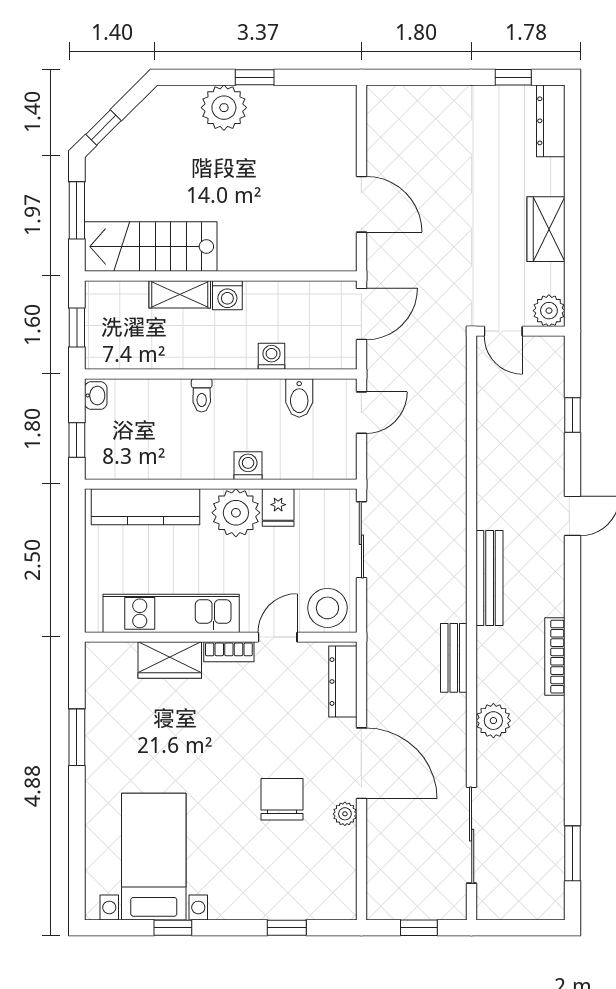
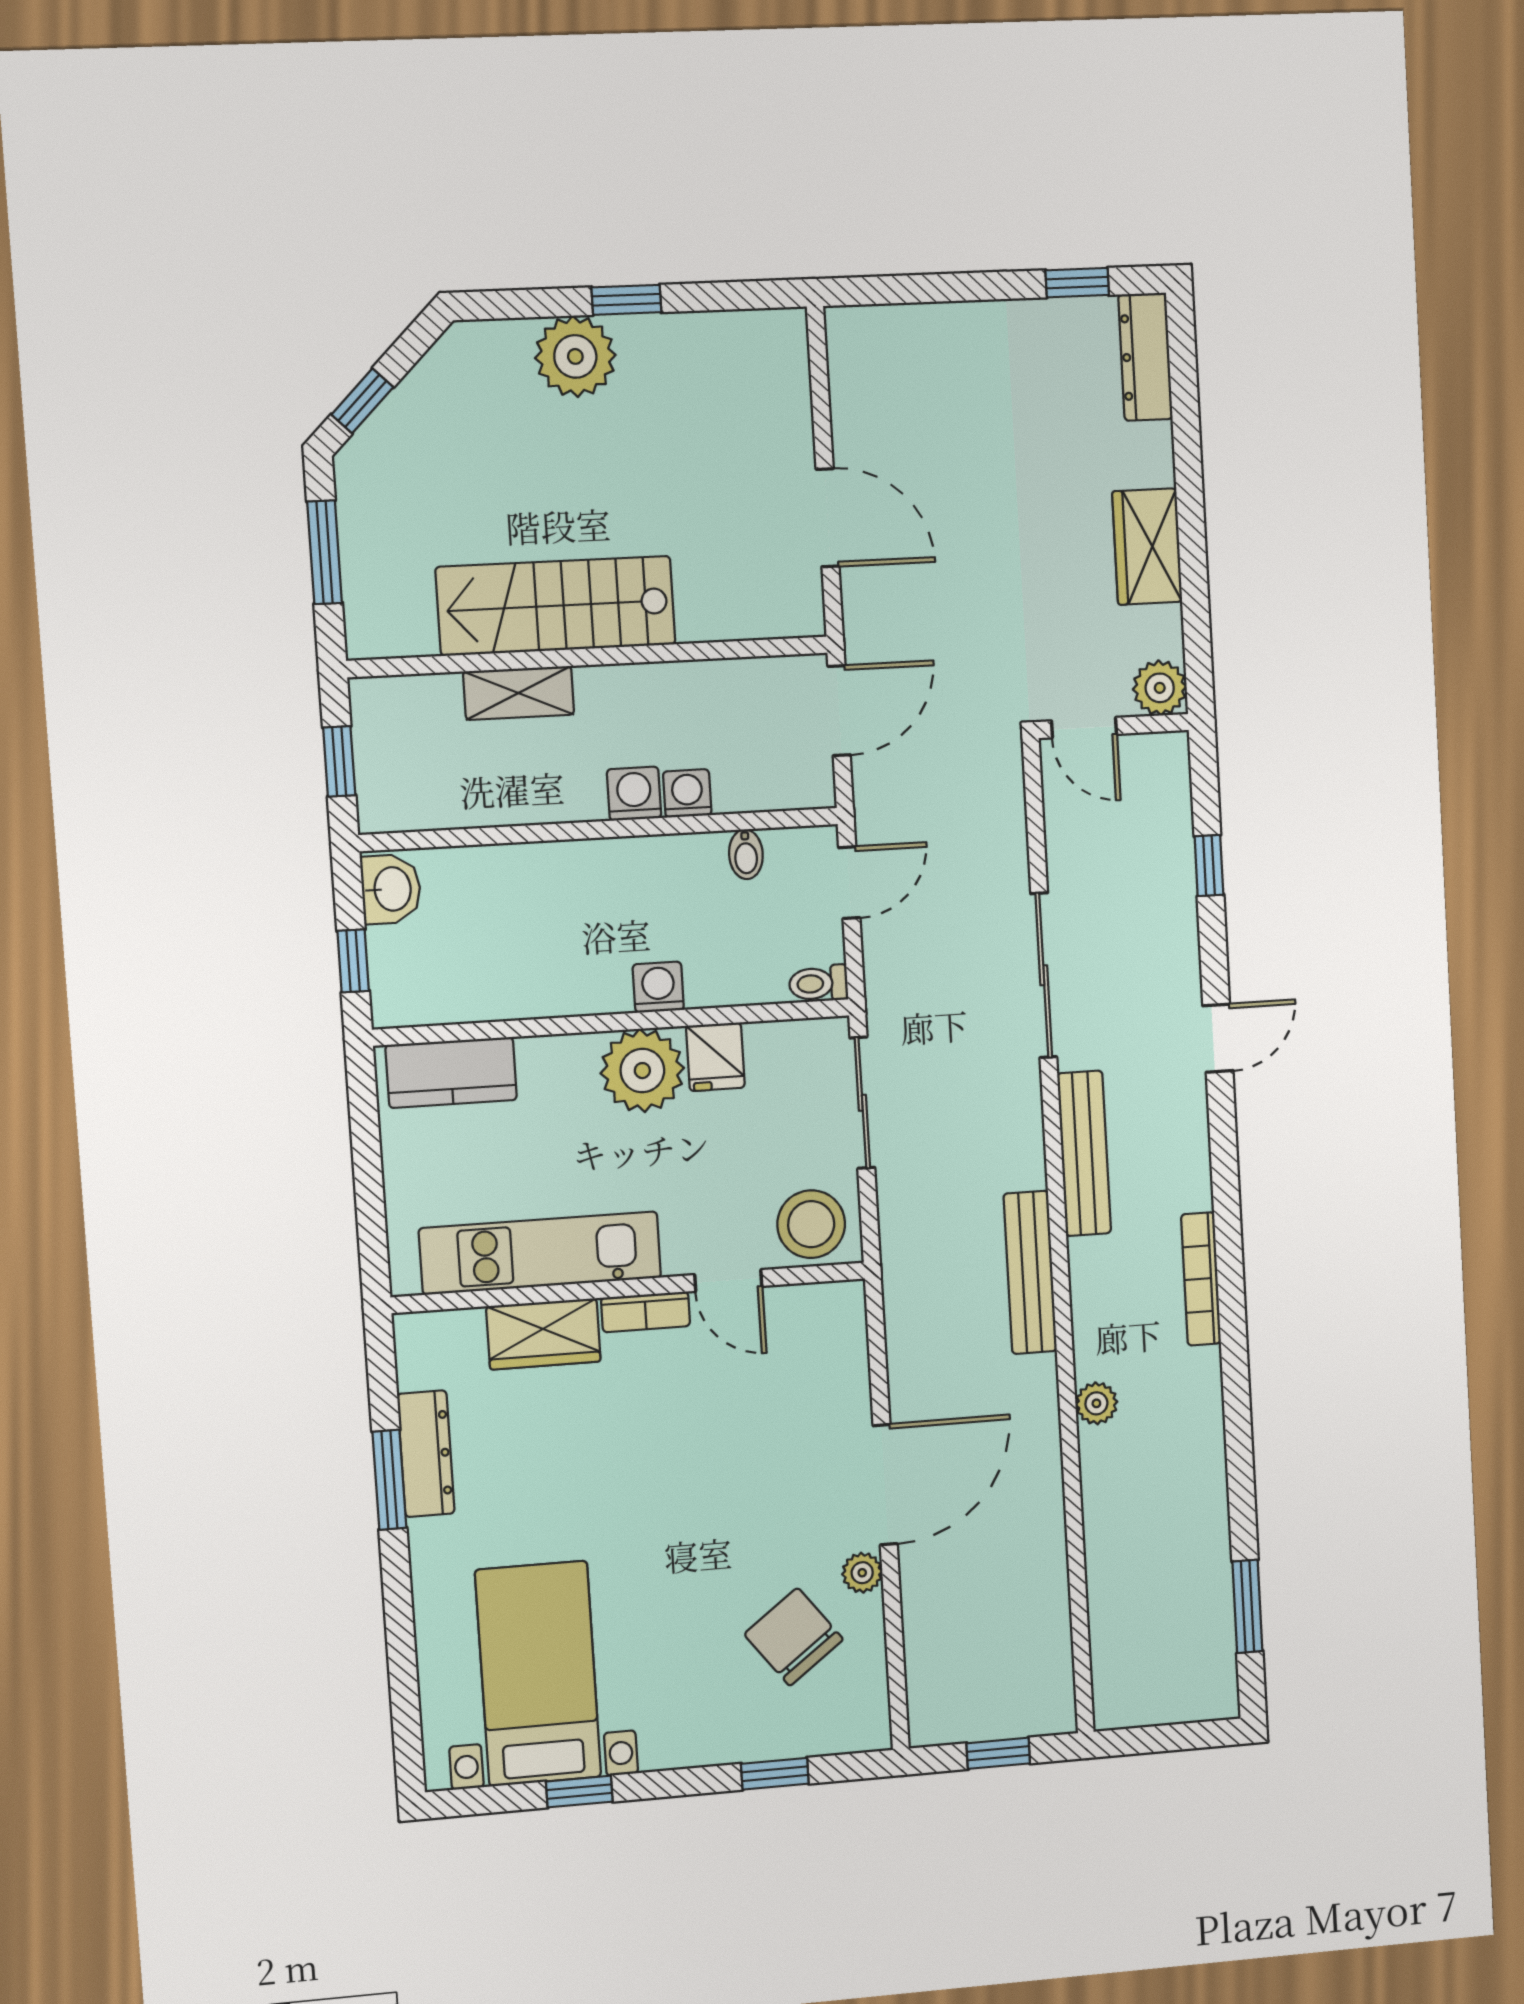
stairs: (151, 247) -> (556, 606), moved
washing machine: (227, 295) -> (634, 794), moved, turned 180
washbasin: (96, 395) -> (391, 889), width x1.38, depth x1.45
toilet: (202, 395) -> (818, 983), moved, turned 90
bidet: (299, 398) -> (746, 854), width x0.72, depth x0.74
kitchen counter: (146, 507) -> (451, 1073), width x0.67
door: (278, 637) -> (728, 1281), swing flipped
bench: (454, 658) -> (1030, 1272), width x1.36
dresser: (343, 681) -> (426, 1454), moved, turned 180
plant: (493, 721) -> (1096, 1403), width x0.73, depth x0.73
door: (361, 763) -> (885, 1485), hinge flipped
chair: (282, 799) -> (794, 1637), moved, turned -37
sliding door: (472, 835) -> (1044, 975), moved

